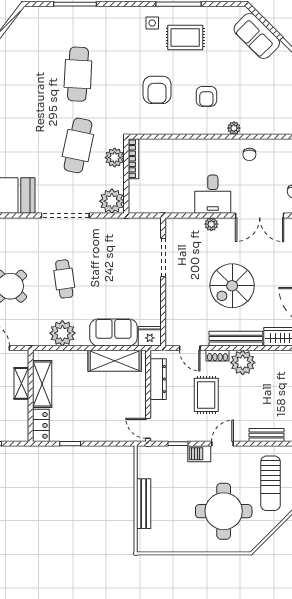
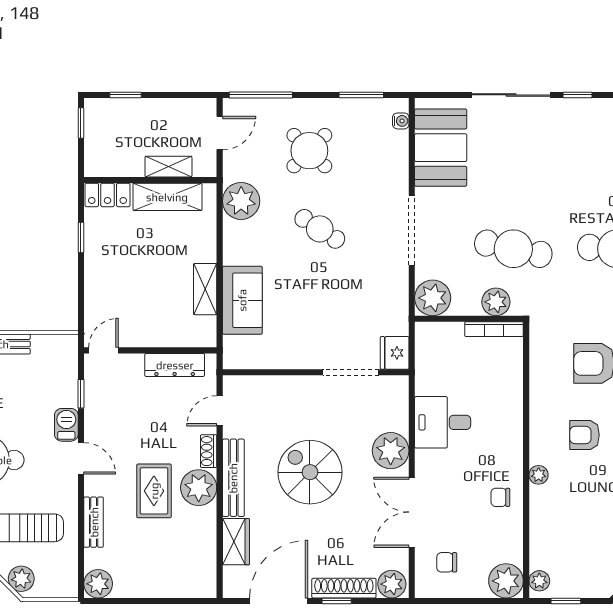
desk: (213, 194) -> (443, 422), moved
plant: (211, 224) -> (391, 451), width x1.88, depth x1.88
cafe table: (64, 279) -> (320, 229), turned 41
plant: (62, 333) -> (241, 201), moved
fridge: (150, 336) -> (395, 353), moved, turned 180
shelving: (115, 361) -> (205, 289), width x0.67, depth x0.75
rug: (206, 395) -> (154, 491), moved, turned 90

